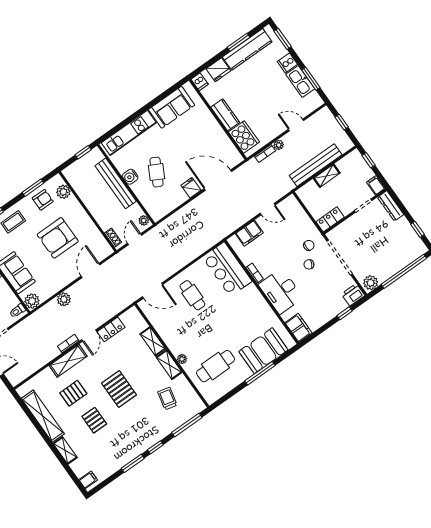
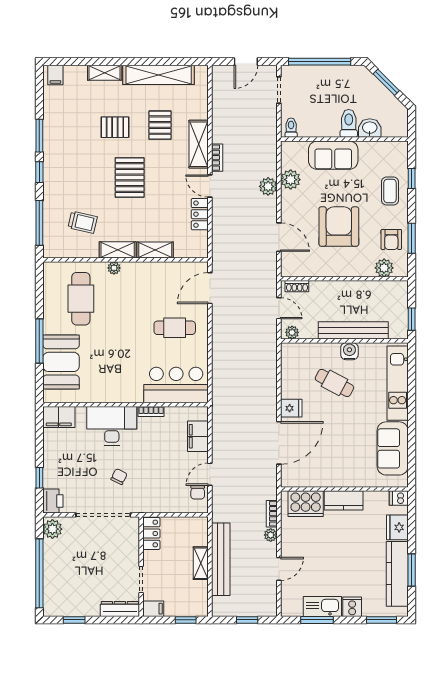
chair: (309, 245) -> (198, 492), moved
plant: (32, 301) -> (291, 180), moved
pallet: (119, 389) -> (130, 177), turned 90

